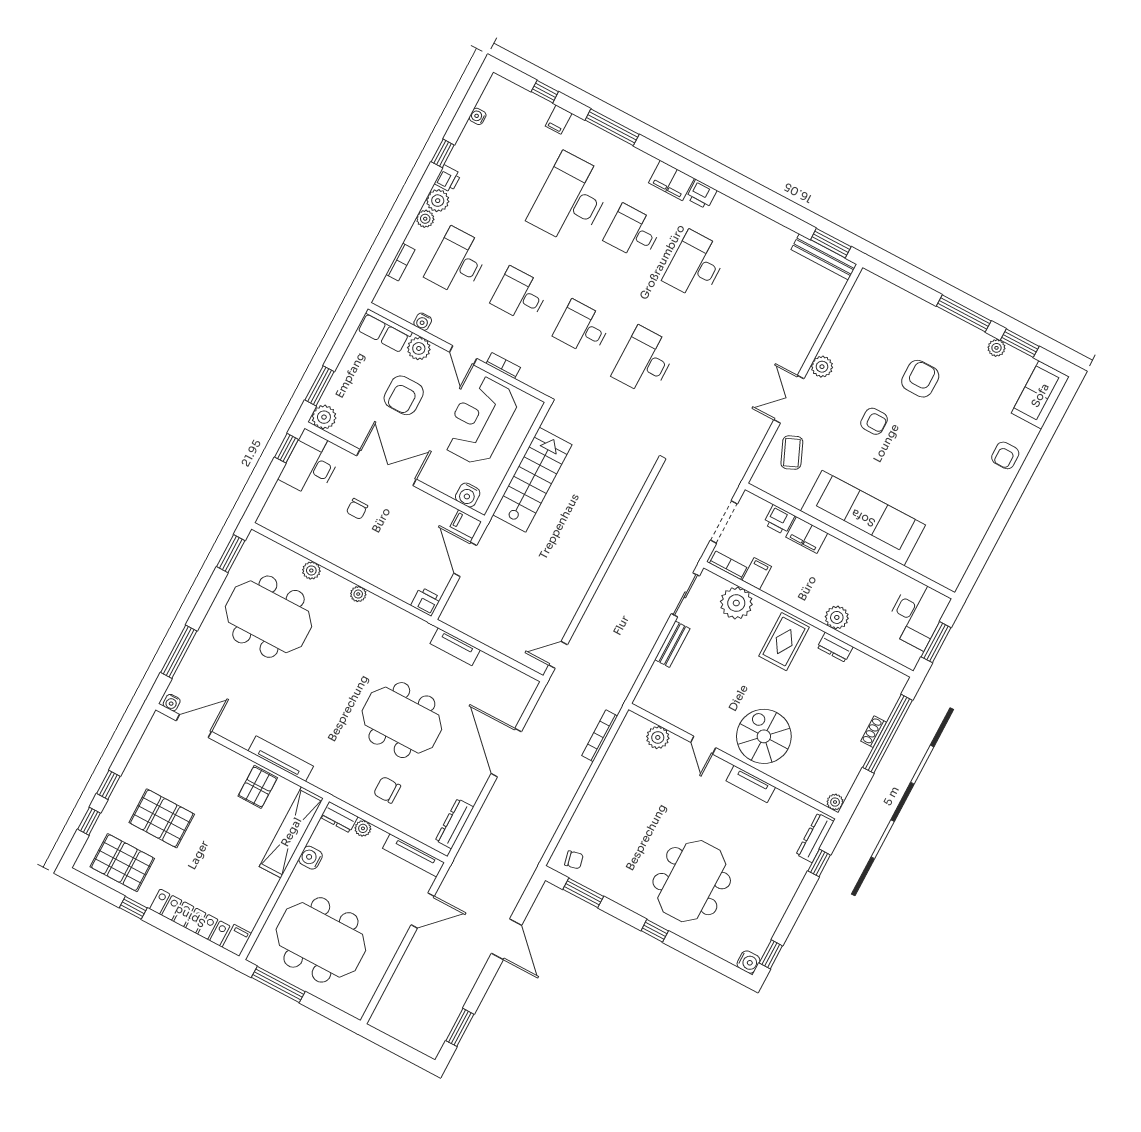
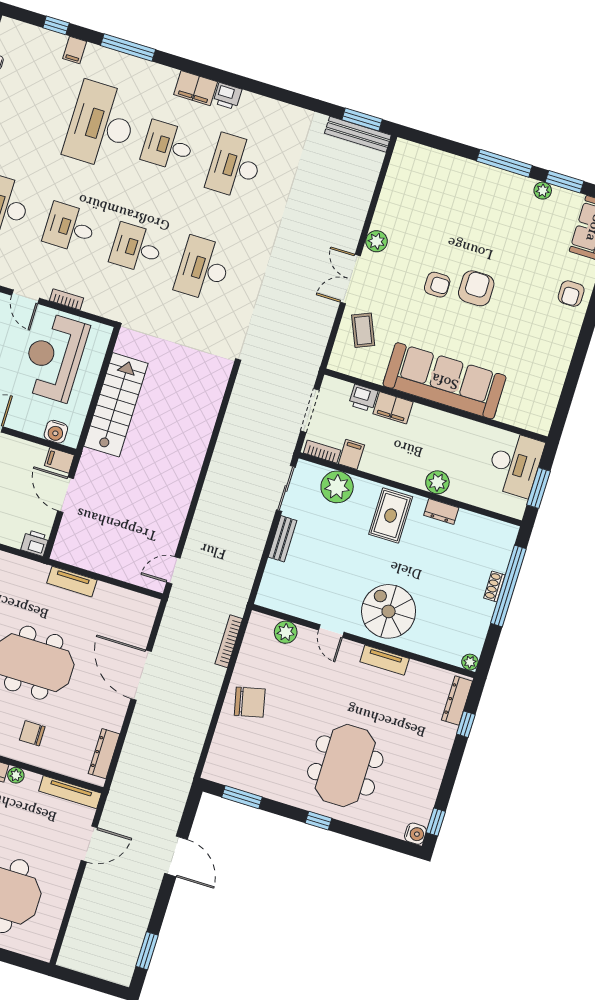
armchair: (920, 379) -> (476, 288), moved
chair: (574, 860) -> (250, 702), moved, width x1.87, depth x1.87

